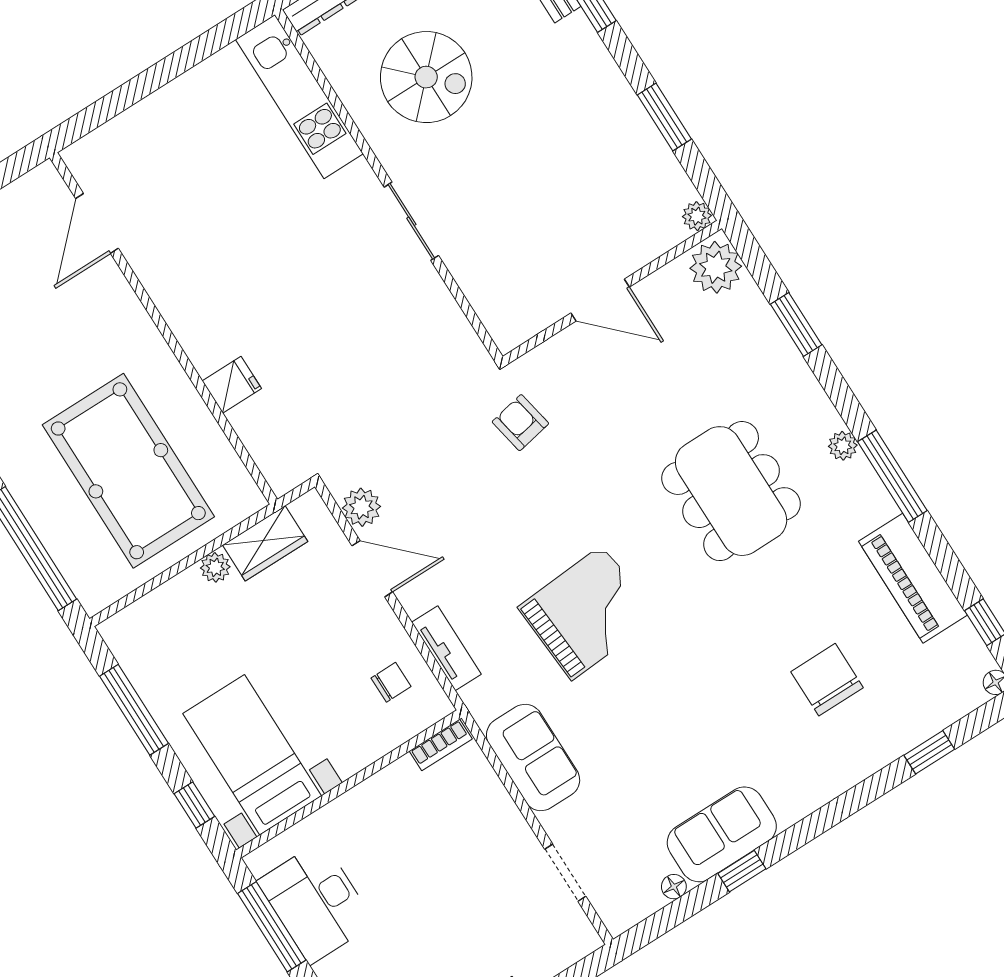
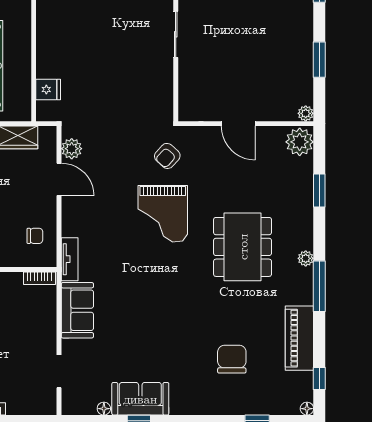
fridge: (232, 385) -> (48, 89), moved
armchair: (520, 423) -> (167, 156), turned -127
grand piano: (587, 613) -> (163, 214), moved, turned 94
tv unit: (446, 648) -> (70, 259), moved

